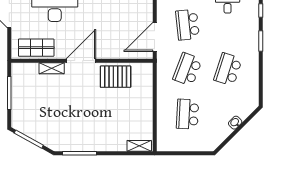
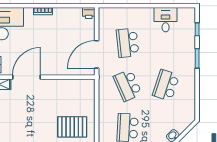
school desk: (187, 69) -> (128, 85), turned -45
pallet: (116, 77) -> (72, 127), moved

